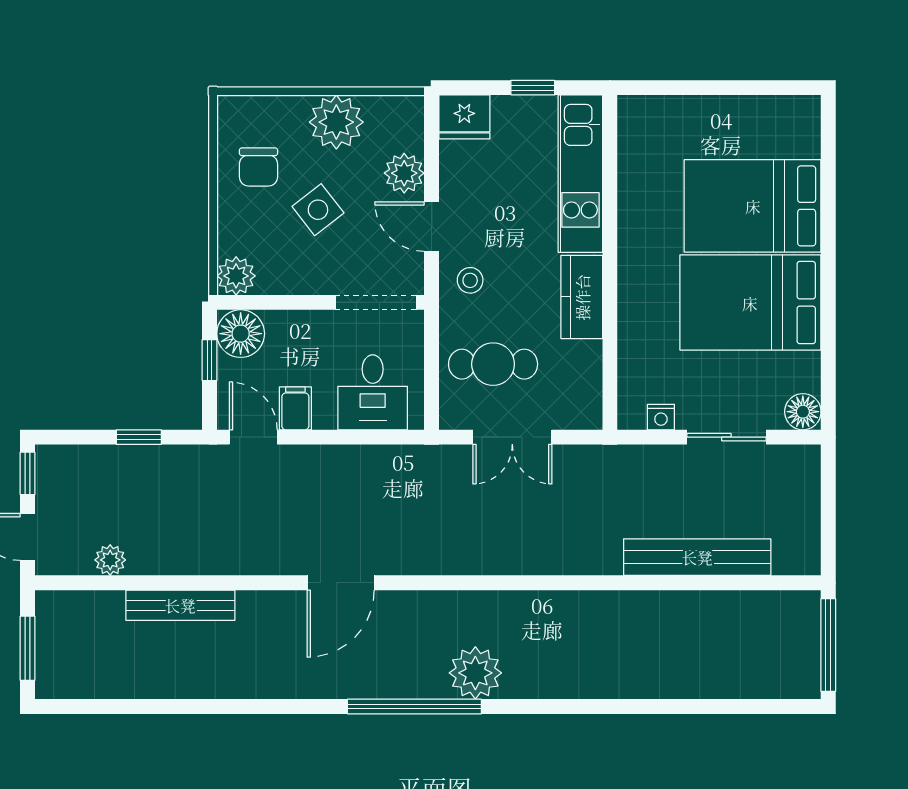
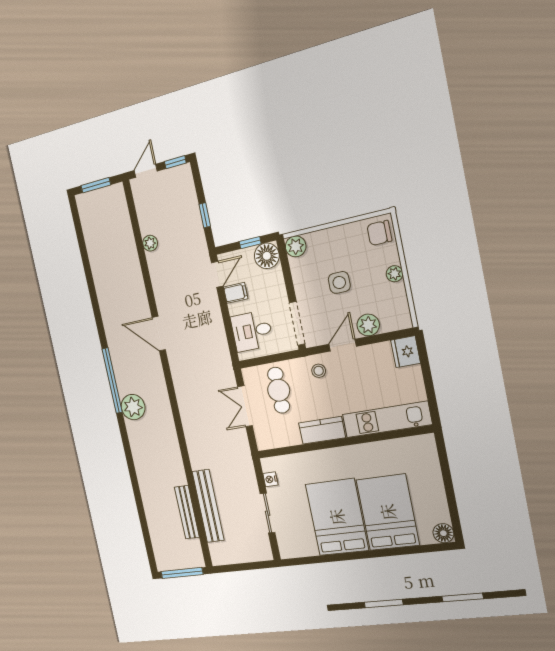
window: (533, 88) -> (429, 386), removed
plant: (336, 122) -> (395, 274), width x0.53, depth x0.53
chair: (259, 167) -> (379, 233), moved
side table: (318, 210) -> (339, 282), turned 38
floor lamp: (803, 412) -> (443, 533), moved
plant: (110, 560) -> (150, 243), moved
bench: (180, 605) -> (187, 512), moved

